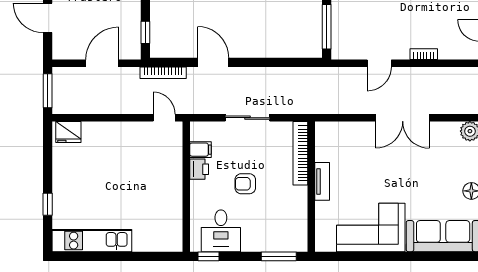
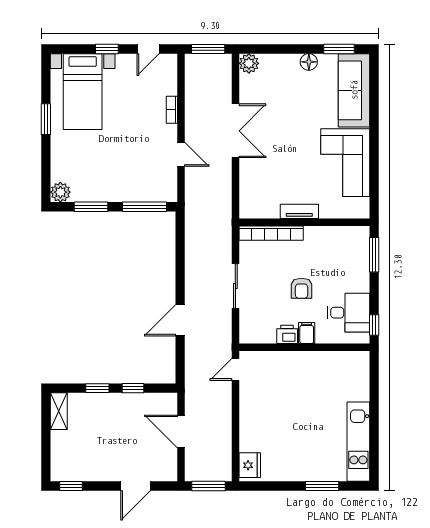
window: (145, 32) -> (133, 388), moved
bookcase: (163, 73) -> (191, 370), removed
filing cabinet: (200, 150) -> (307, 333), moved
window: (48, 204) -> (322, 486), width x1.50

